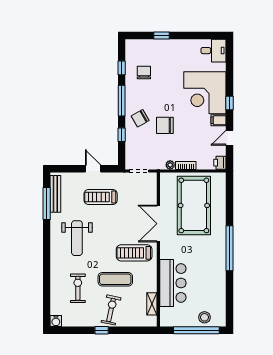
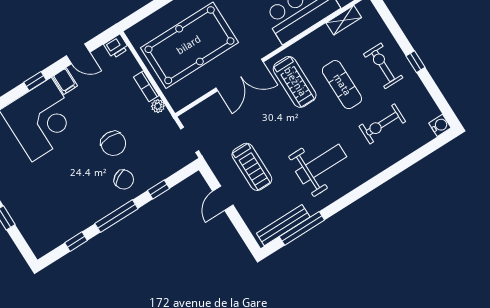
chair: (144, 73) -> (64, 211), removed
exercise bike: (111, 310) -> (383, 66), turned 78

